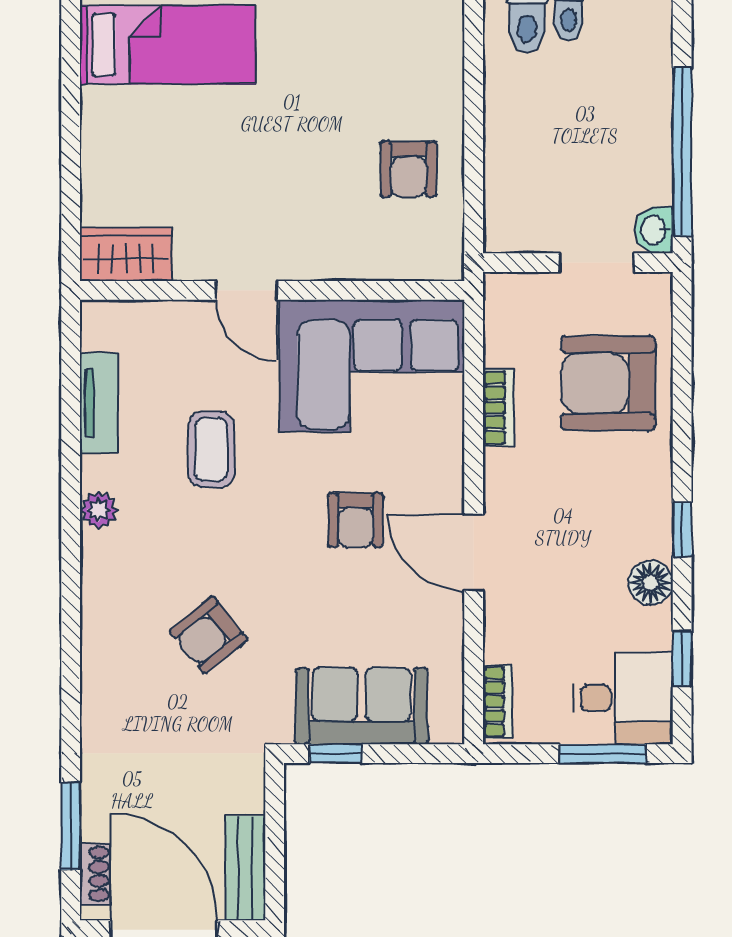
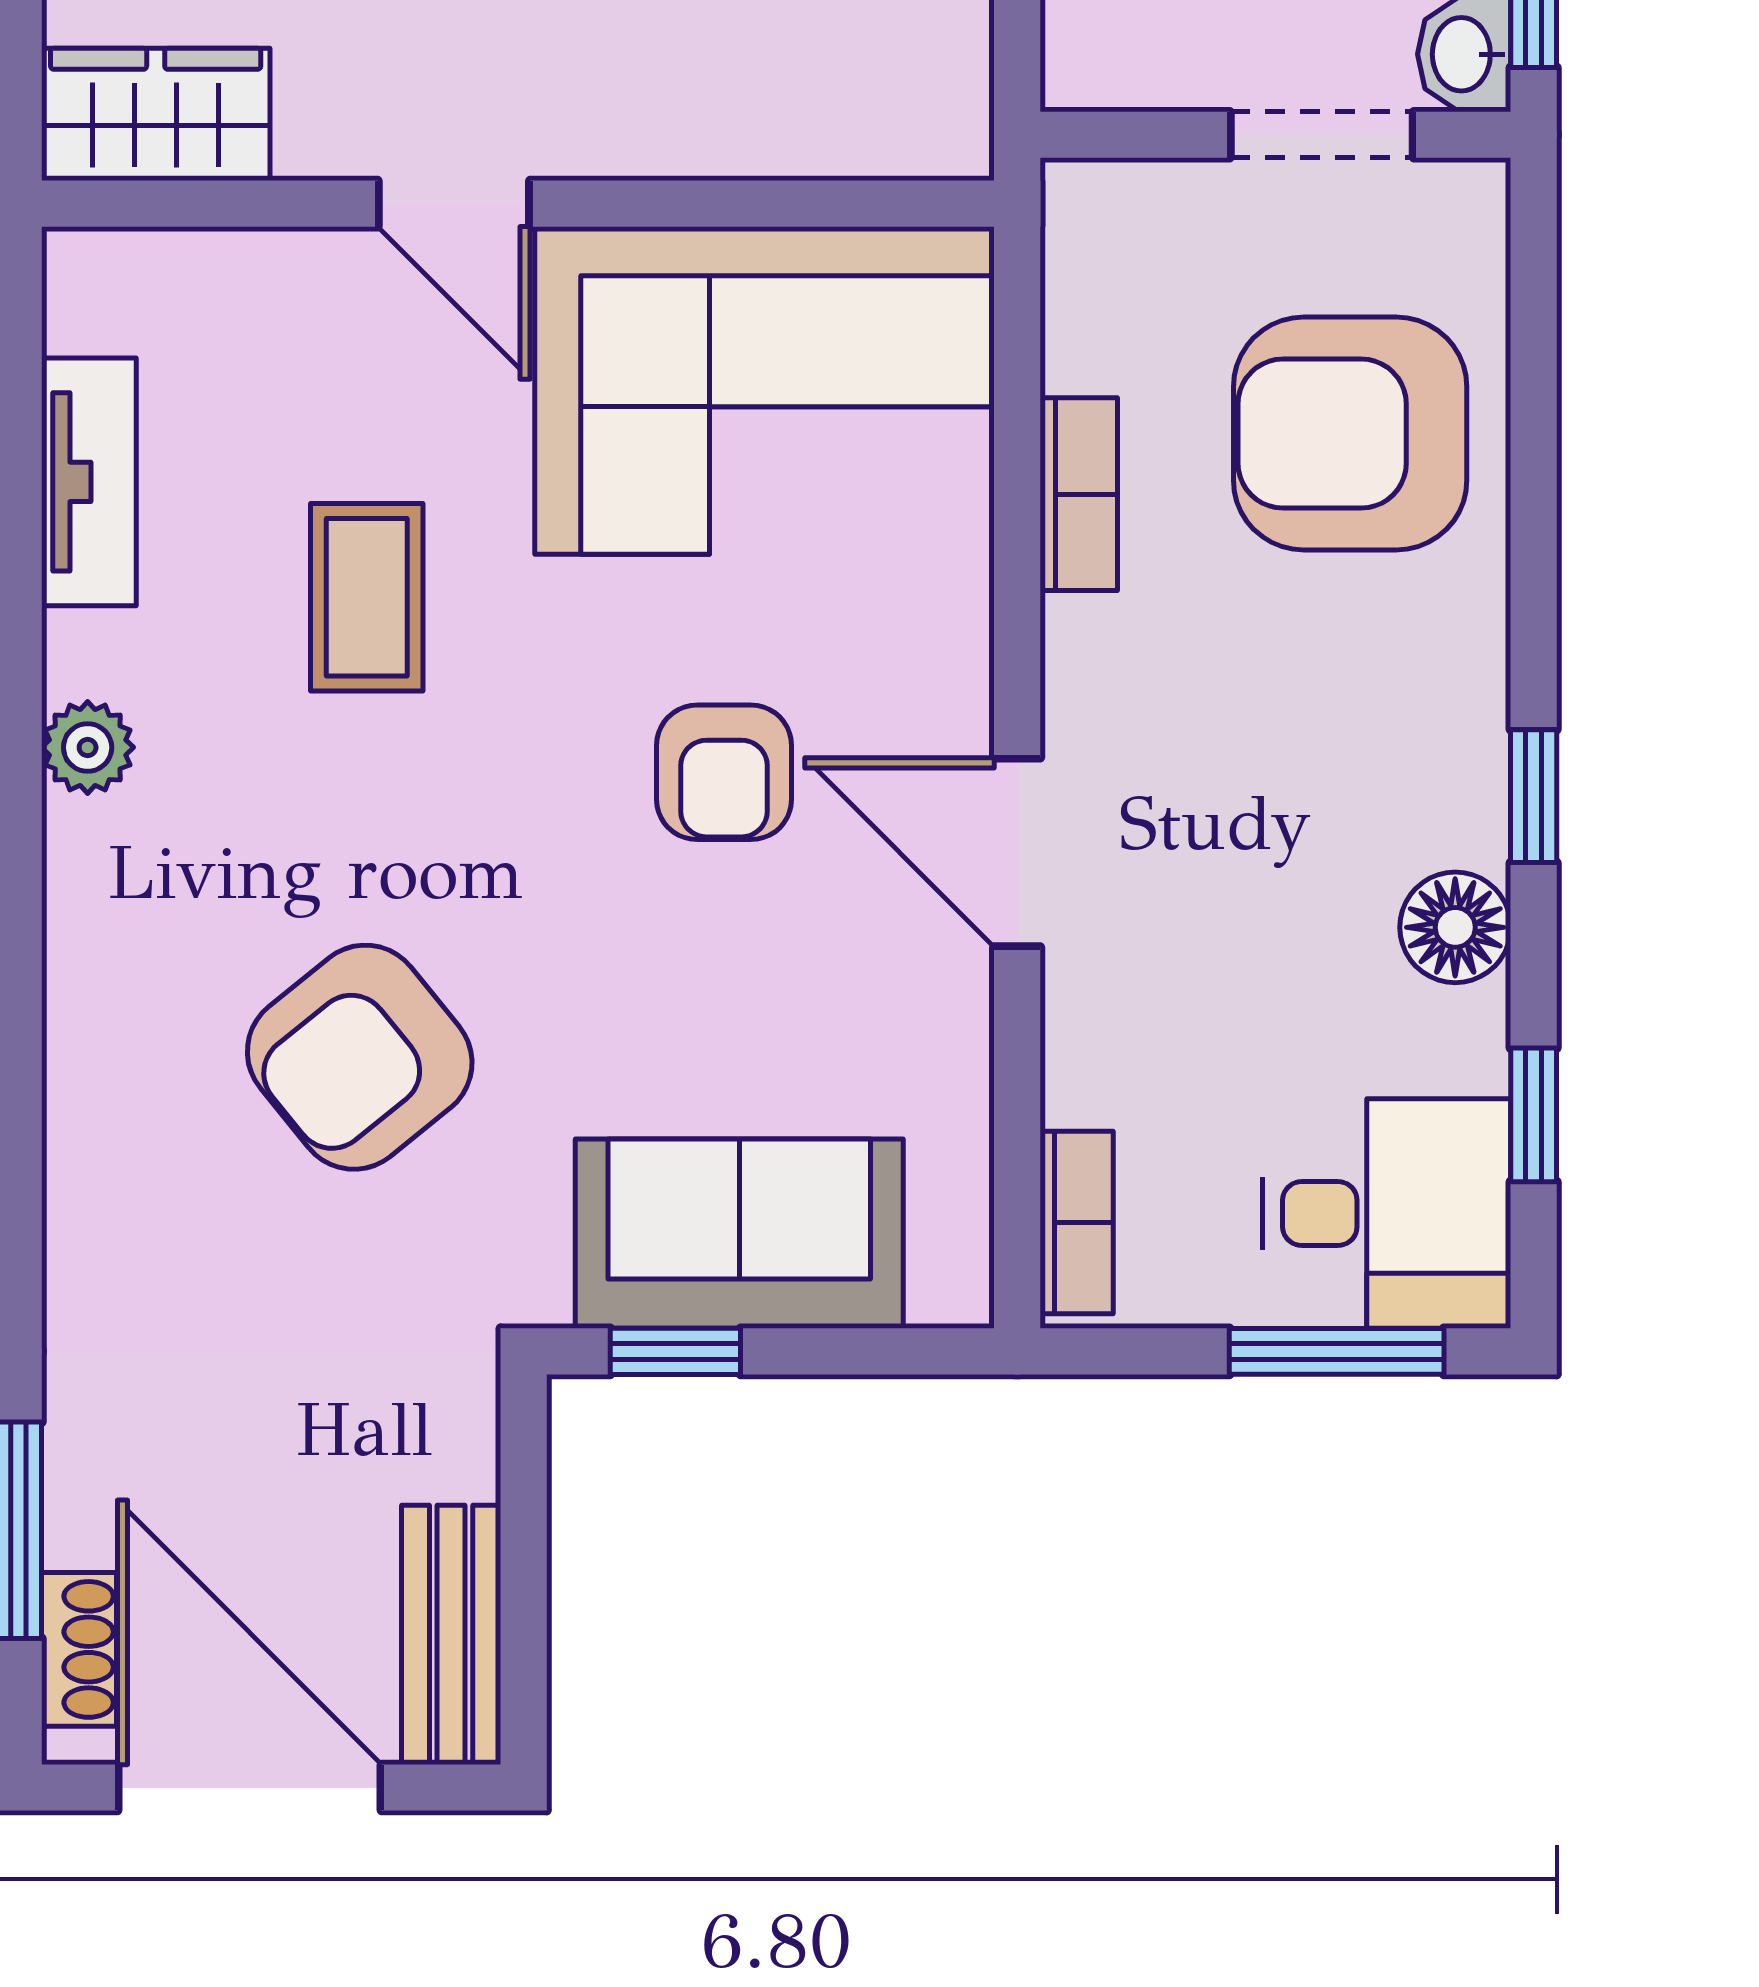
armchair: (208, 635) -> (360, 1057), width x1.38, depth x1.38

